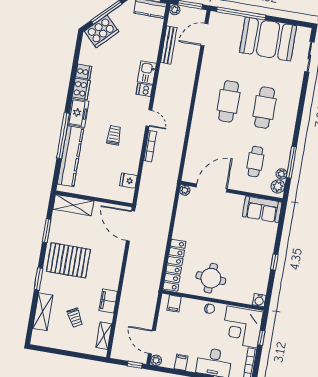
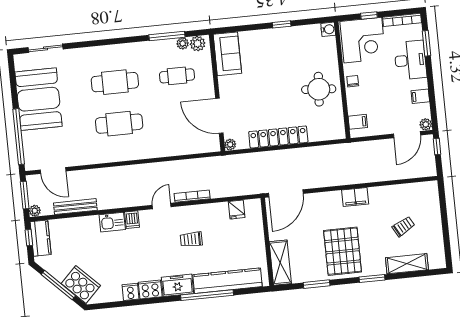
locker: (174, 265) -> (278, 137), moved
filing cabinet: (108, 301) -> (355, 197), moved
shelving: (104, 336) -> (414, 189), removed

